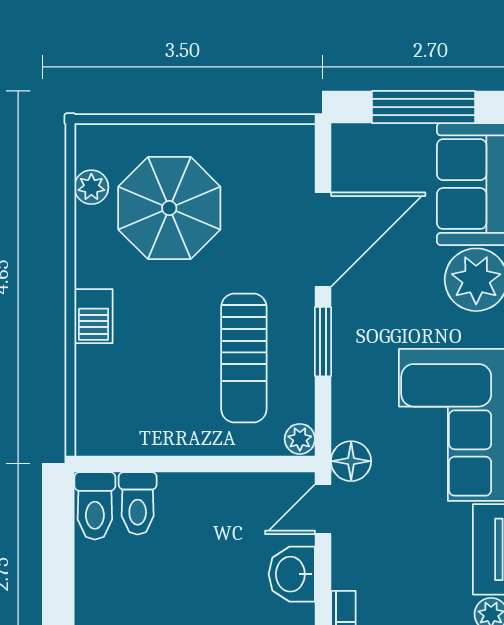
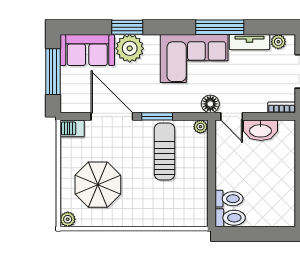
plant: (91, 187) -> (68, 219), moved
barbecue: (94, 316) -> (72, 128), moved, turned 180
sun lounger: (244, 358) -> (164, 152), turned -90
washbasin: (292, 574) -> (261, 130), width x1.38

